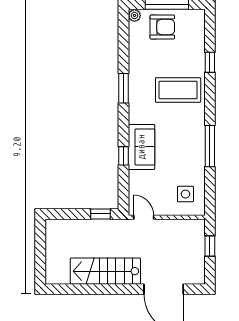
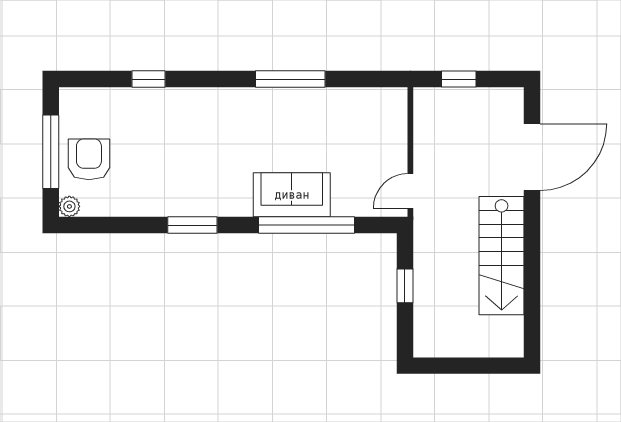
coffee table: (178, 90) -> (195, 133), removed
window: (123, 156) -> (307, 225), width x3.17
side table: (185, 194) -> (371, 120), removed
window: (100, 214) -> (405, 286), moved

